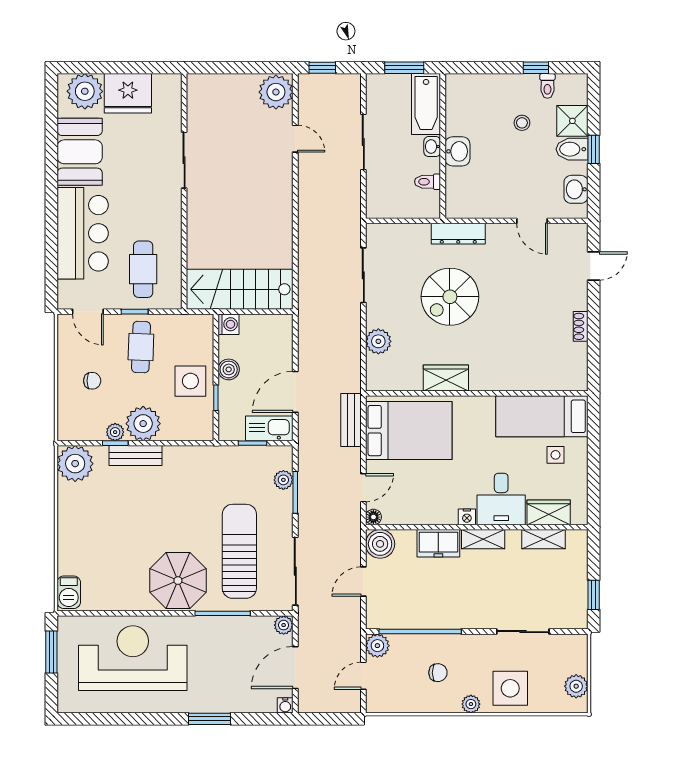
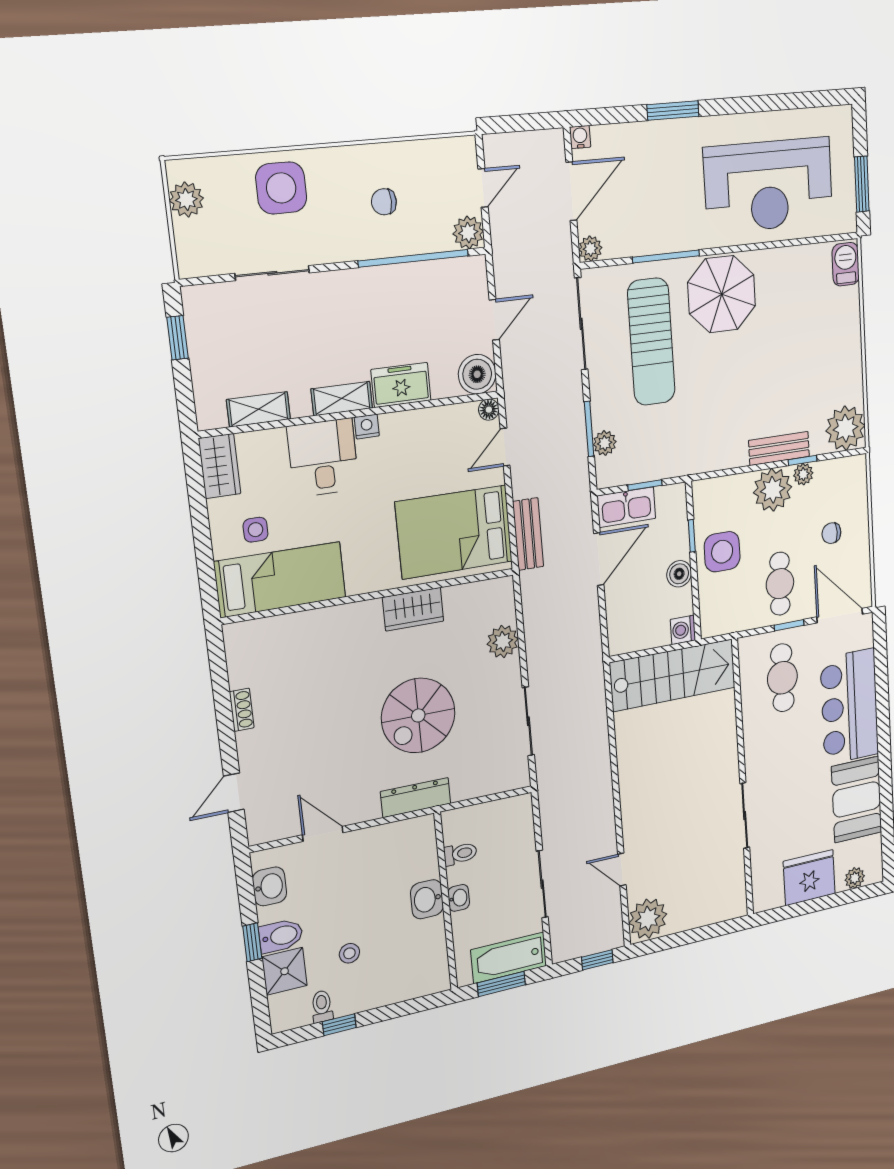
plant: (85, 91) -> (855, 878), width x0.53, depth x0.53
bathtub: (426, 104) -> (509, 958), moved, turned -90
spiral stairs: (450, 297) -> (418, 715), turned 180
door: (88, 312) -> (840, 616), width x1.38
wardrobe: (549, 512) -> (220, 466), moved, turned -90
plant: (471, 704) -> (334, 160), removed

